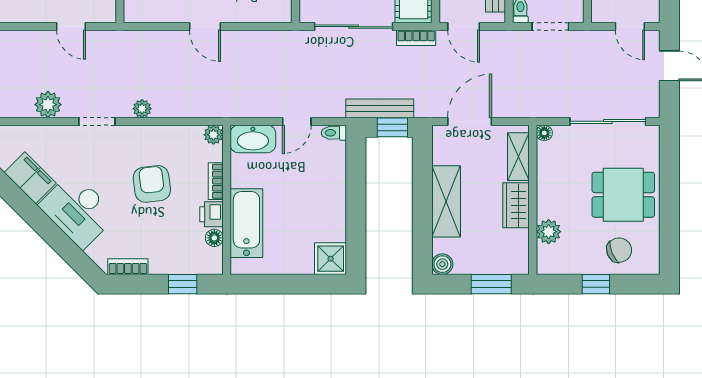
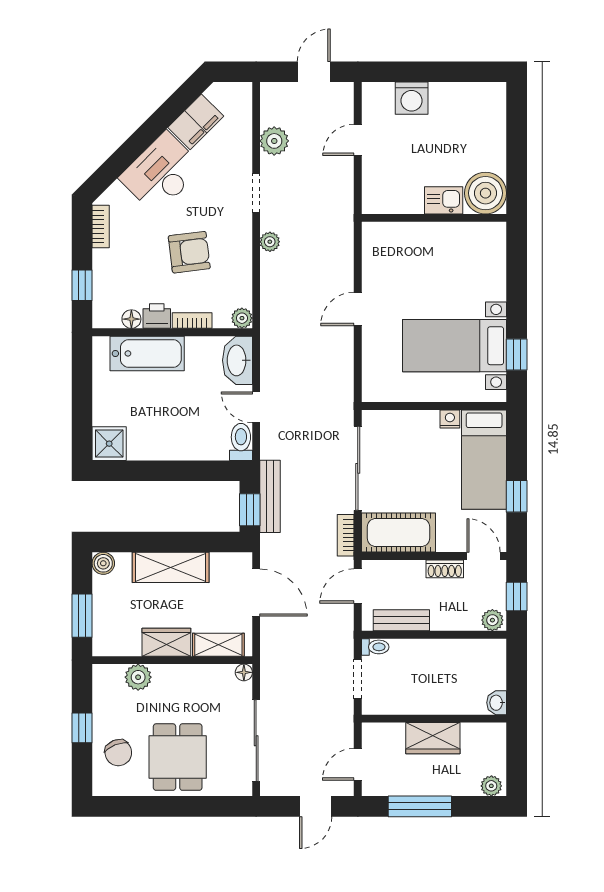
door: (71, 27) -> (358, 140), moved
toilet: (334, 133) -> (241, 442), width x1.37, depth x1.39

